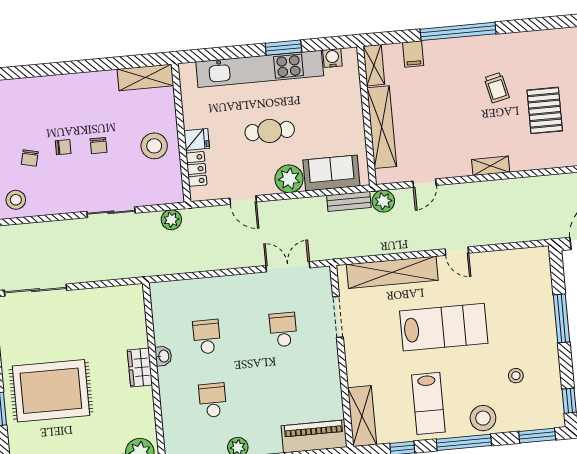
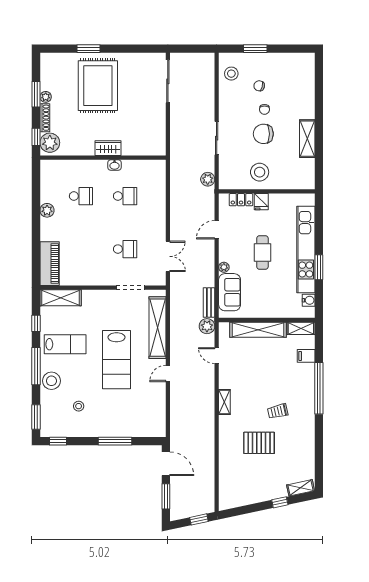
shelving: (145, 77) -> (307, 139), moved
chair: (99, 146) -> (263, 134), width x1.87, depth x1.87
plant: (289, 179) -> (224, 267), width x0.53, depth x0.53
lab bench: (428, 403) -> (65, 344), turned 180

